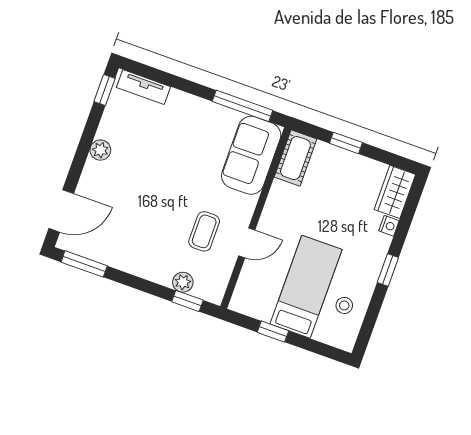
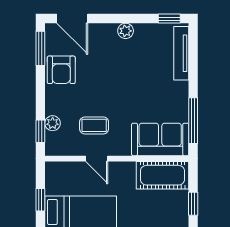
tv unit: (143, 87) -> (181, 53), width x1.41
cot: (295, 158) -> (162, 175), width x1.37, depth x1.34
armchair: (120, 248) -> (61, 70), added

